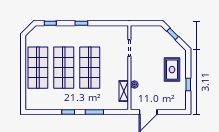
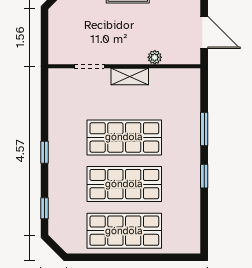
shelving: (124, 91) -> (130, 76), moved

